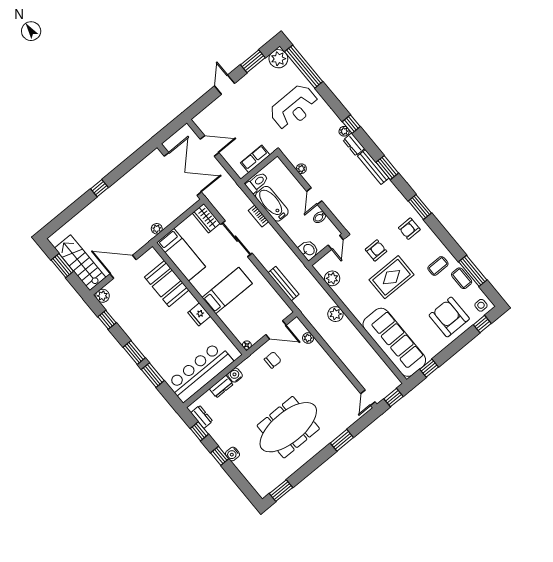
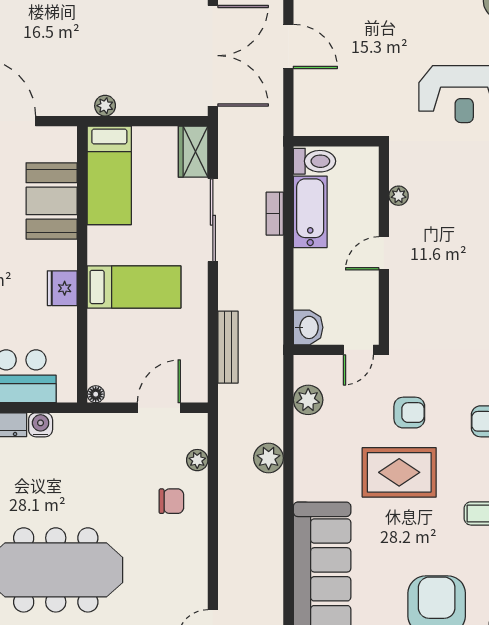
row of seats: (255, 159) -> (341, 123), removed
bidet: (320, 217) -> (366, 292), removed
door: (276, 330) -> (159, 408), swing flipped
chair: (273, 360) -> (171, 501), moved

